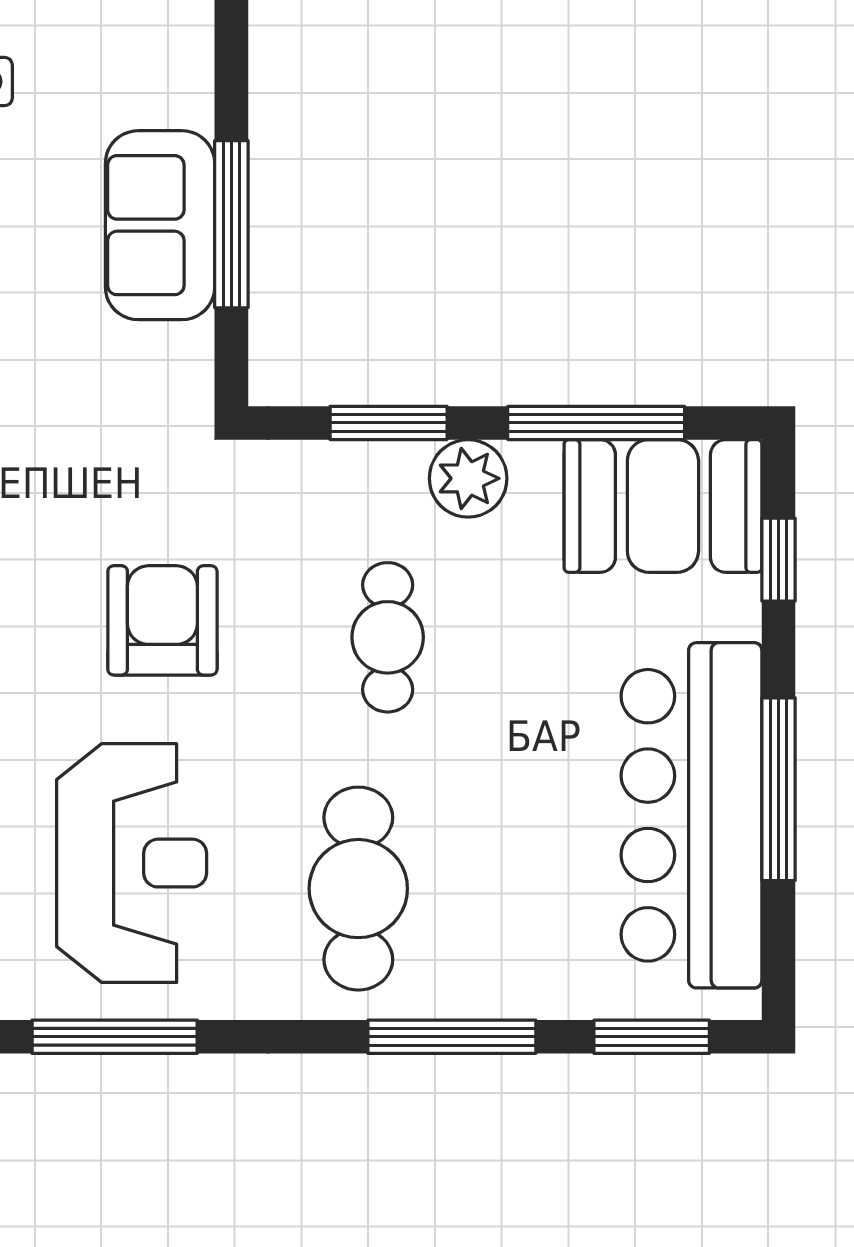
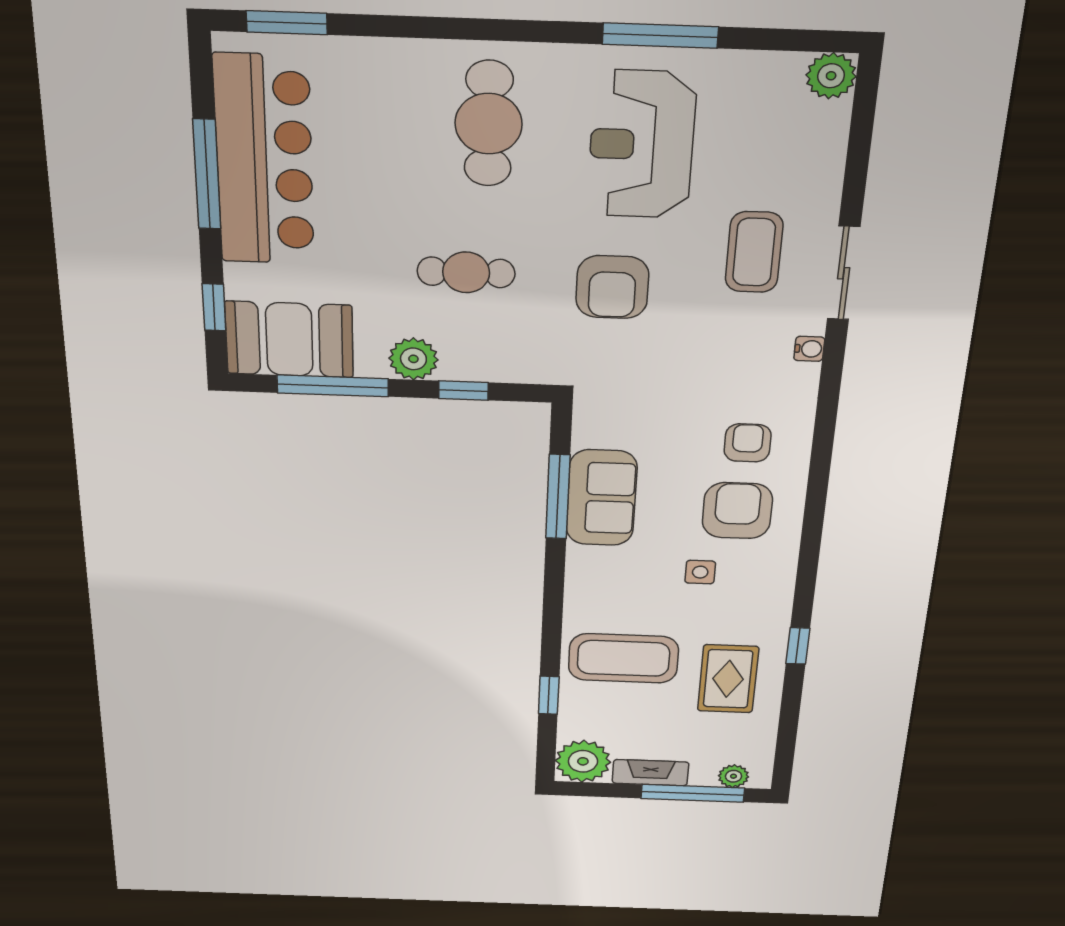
window: (389, 423) -> (463, 391), width x0.67
cafe table: (388, 637) -> (466, 272), turned 90
window: (452, 1037) -> (426, 27), removed

